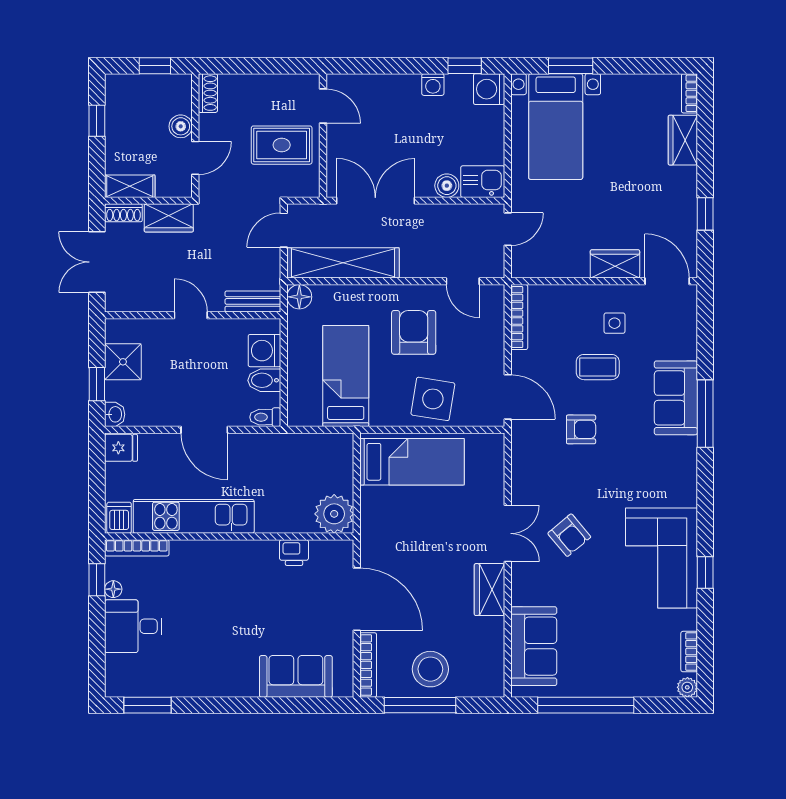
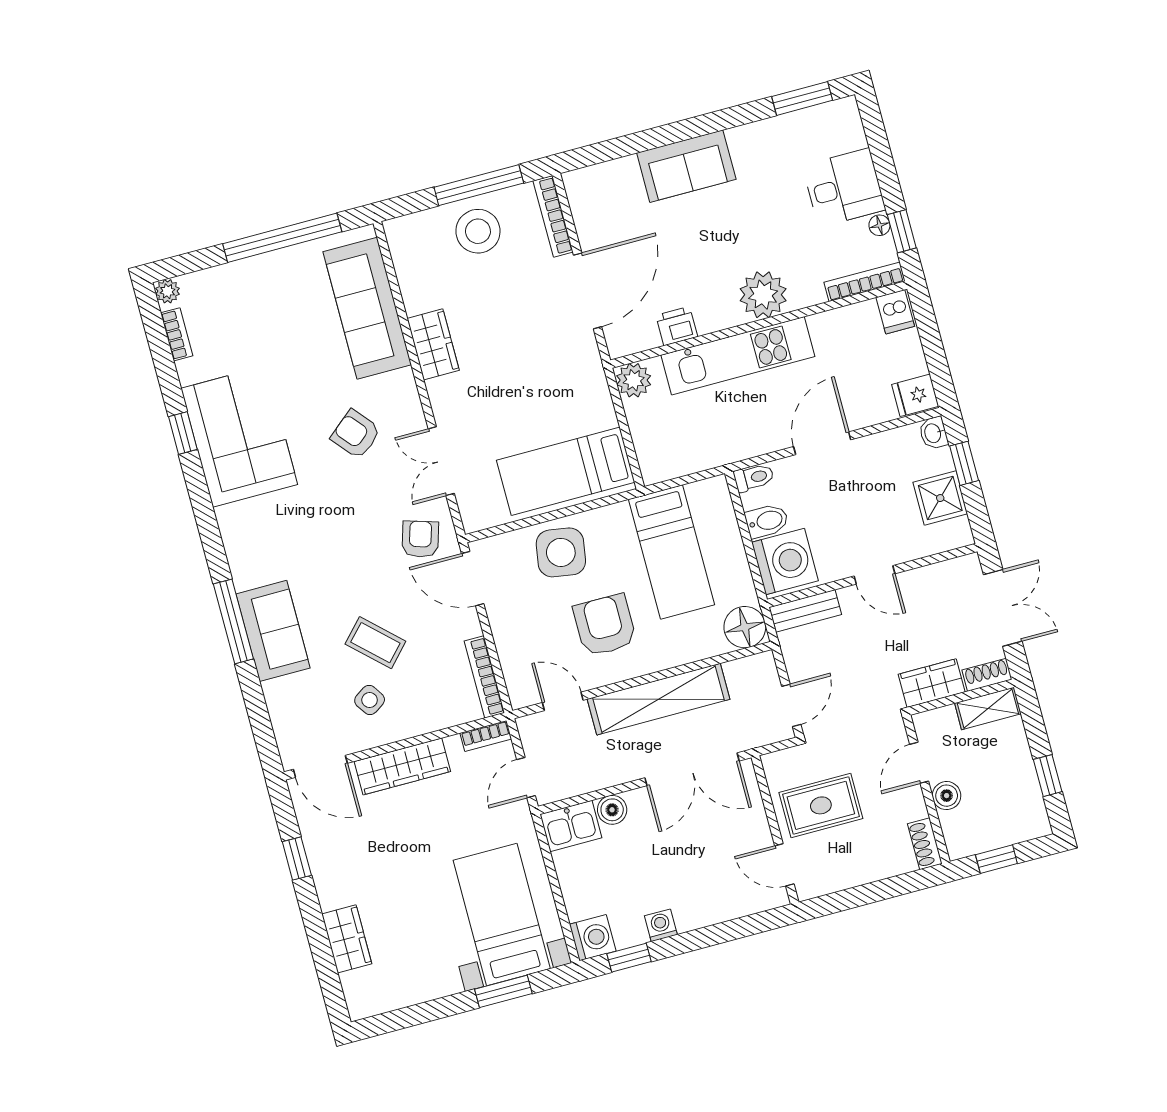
bookcase: (689, 93) -> (486, 736), moved, turned 90
shelving: (343, 263) -> (659, 699), moved
wardrobe: (615, 264) -> (402, 766), width x1.50
floor lamp: (299, 297) -> (745, 627), width x1.38, depth x1.38
side table: (615, 323) -> (370, 700), turned -34
armchair: (414, 332) -> (605, 625), turned 180
washing machine: (264, 351) -> (785, 562), width x1.37, depth x1.37
coffee table: (598, 367) -> (375, 643), turned 43
armchair: (581, 429) -> (420, 539), moved, turned 107
door: (204, 430) -> (822, 443), hinge flipped
plant: (334, 514) -> (634, 380), width x0.73, depth x0.73
kitchen unit: (194, 516) -> (738, 356), moved
double door: (508, 533) -> (441, 461), moved
plant: (219, 559) -> (763, 295), added
door: (357, 599) -> (588, 291), swing flipped
sofa: (534, 646) -> (367, 308), width x1.36
sofa: (296, 676) -> (686, 166), moved

